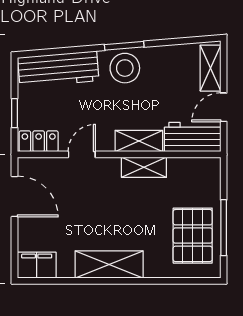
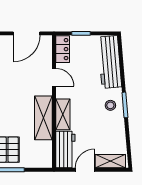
stool: (125, 68) -> (110, 105), width x0.53, depth x0.53
door: (224, 107) -> (85, 170), hinge flipped
shelving: (144, 167) -> (43, 118), width x1.50, depth x1.33

